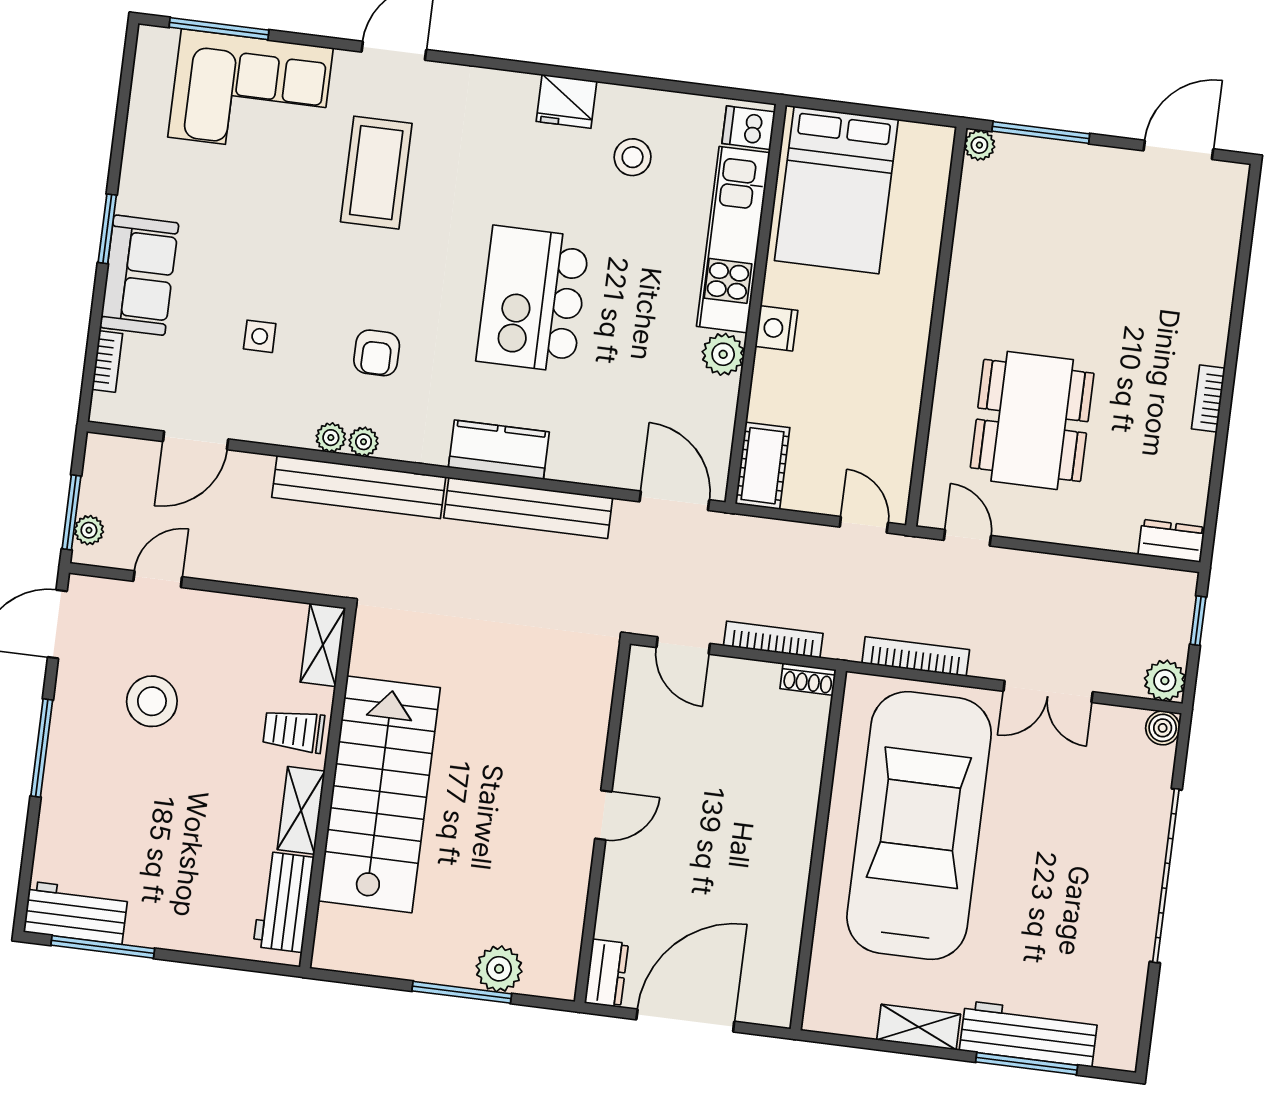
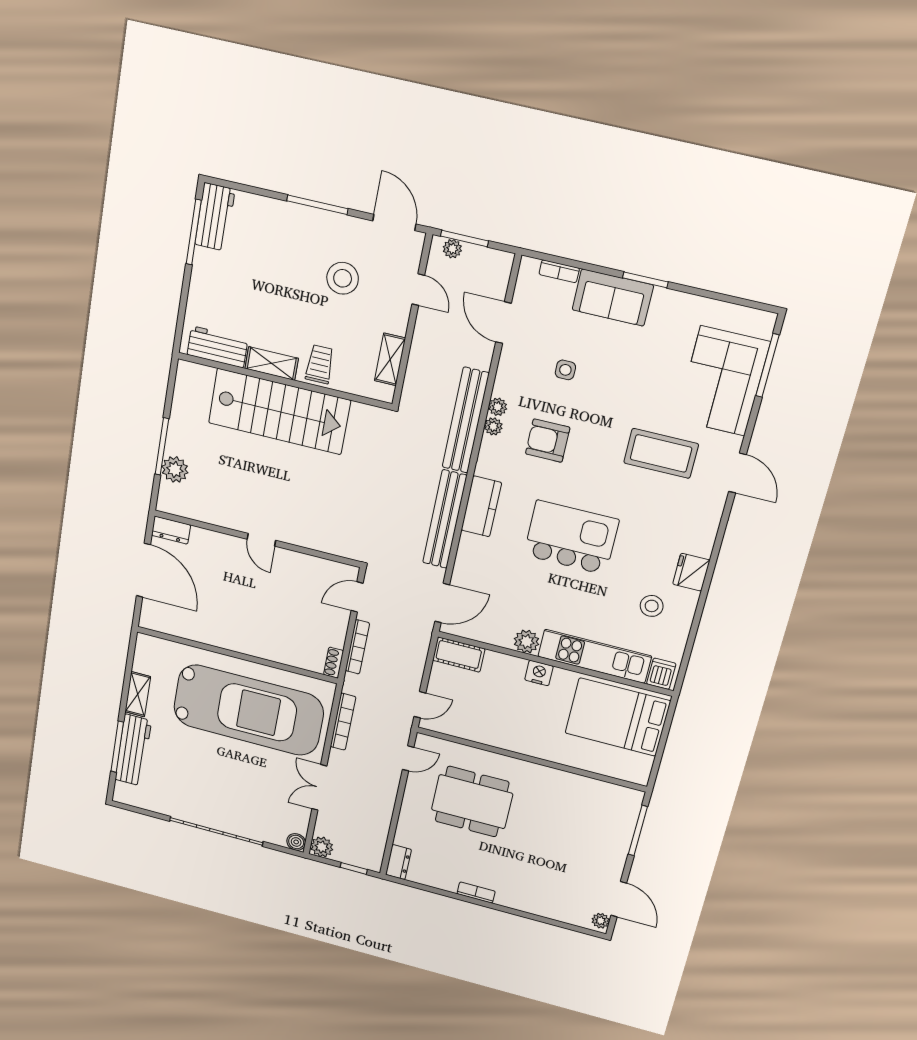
plant: (979, 145) -> (601, 921), moved
armchair: (377, 353) -> (548, 441), width x1.38, depth x1.38
shelving: (323, 645) -> (390, 359), moved, turned 90

